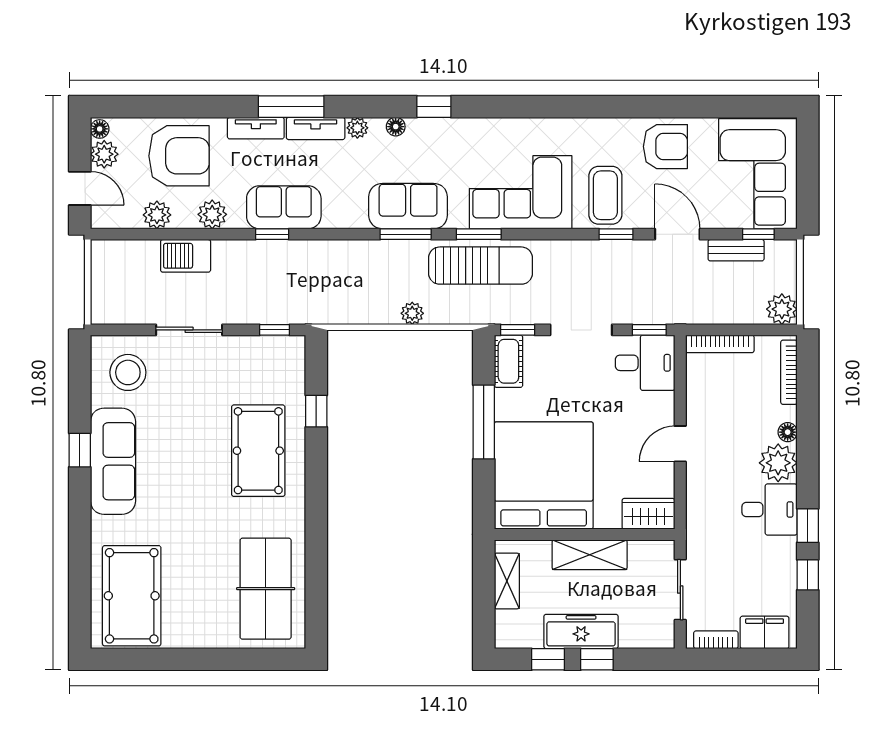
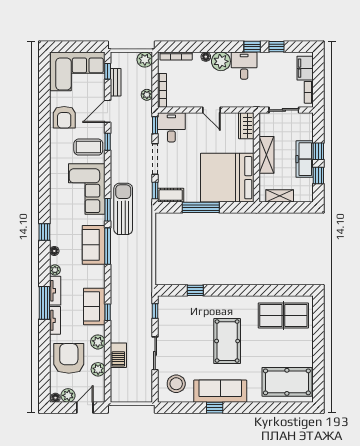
armchair: (665, 147) -> (64, 117), turned 180
window: (406, 234) -> (108, 246), width x1.44
plant: (412, 313) -> (147, 95), moved
pool table: (258, 451) -> (227, 341), moved, turned 90

